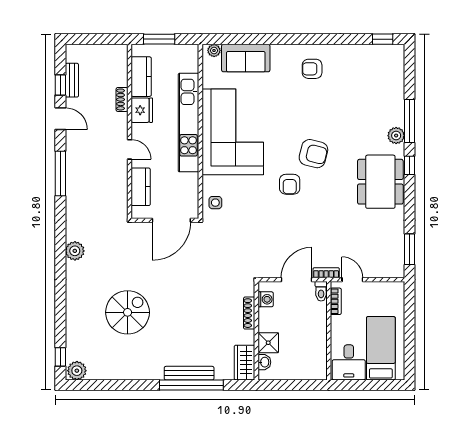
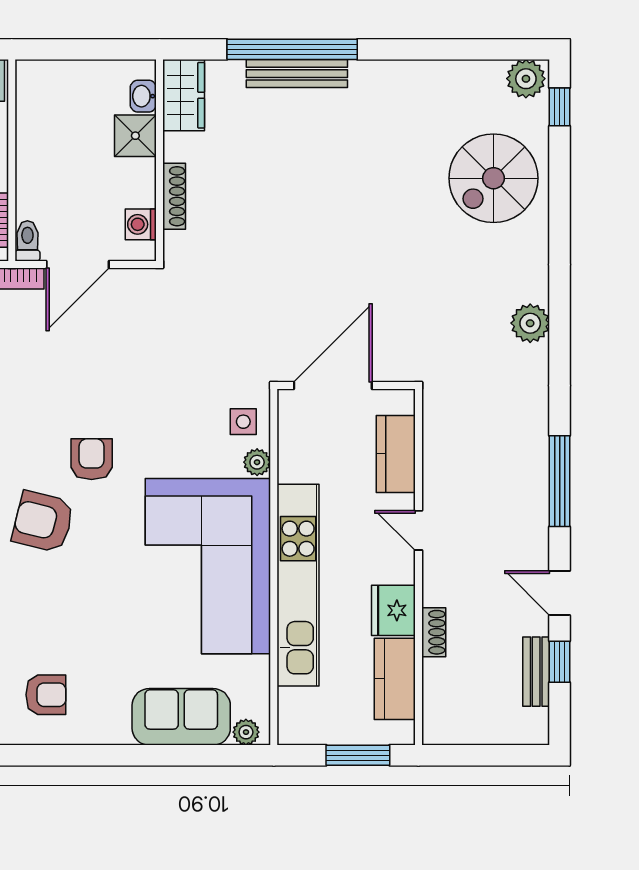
plant: (209, 183) -> (257, 462), added
spiral stairs: (128, 312) -> (493, 178), moved

